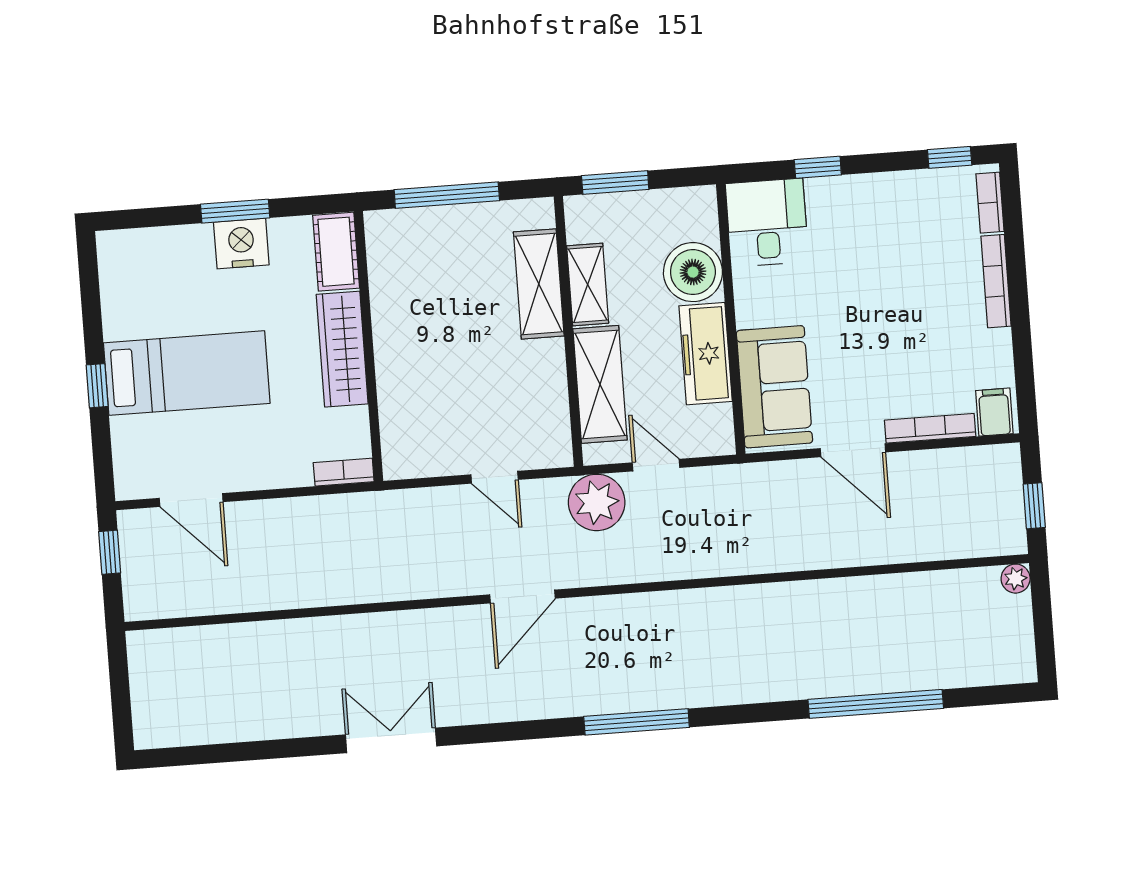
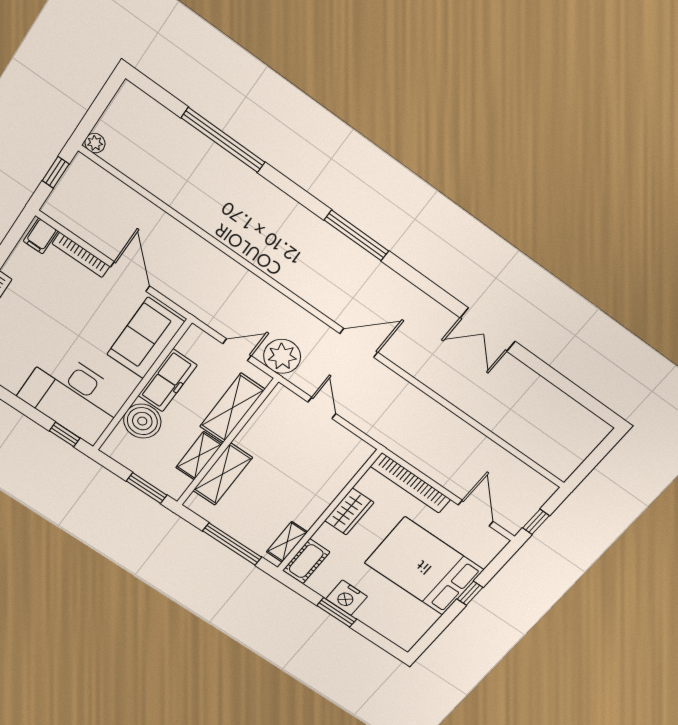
window: (818, 167) -> (65, 434), moved
desk: (767, 223) -> (73, 396), width x1.87, depth x1.30
shelving: (383, 258) -> (287, 542), added
wardrobe: (342, 349) -> (349, 512), width x0.67
bed: (187, 373) -> (424, 566), width x1.50
door: (656, 465) -> (237, 350), swing flipped
bookcase: (344, 472) -> (411, 483), width x2.31, depth x1.31

